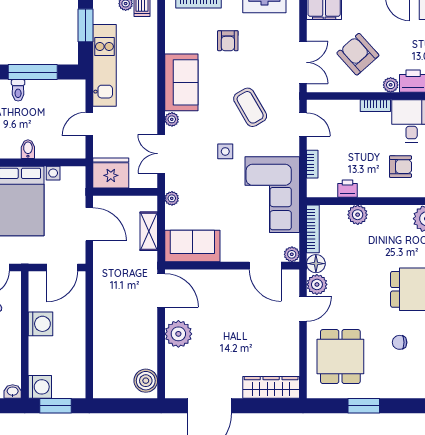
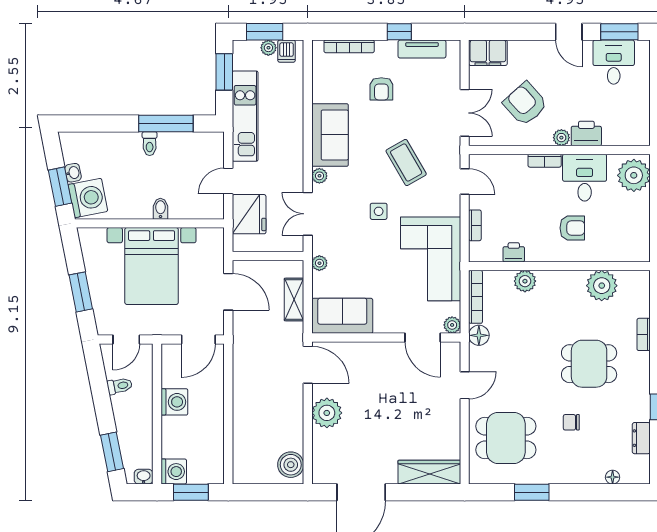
fridge: (111, 173) -> (249, 214), moved, turned 90
plant: (317, 284) -> (480, 358), removed
dining table: (340, 357) -> (506, 438), turned 90

